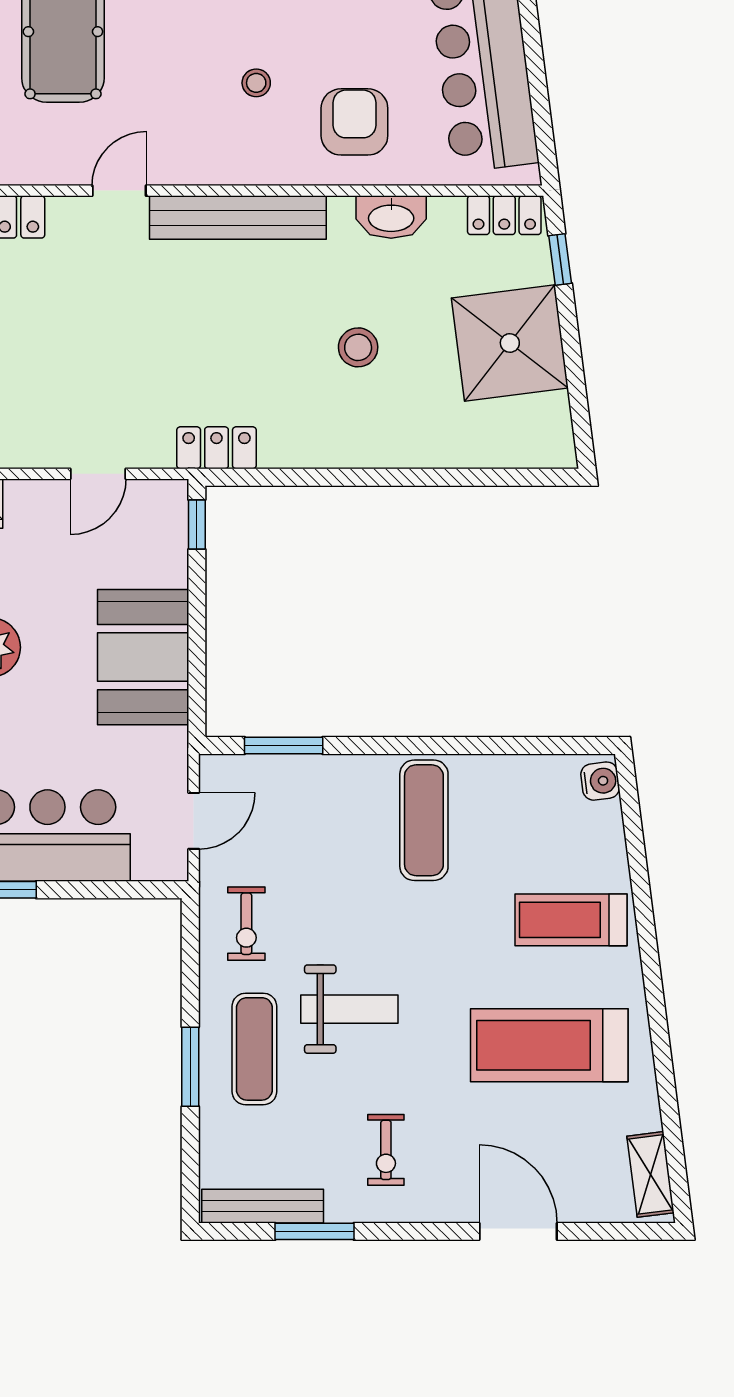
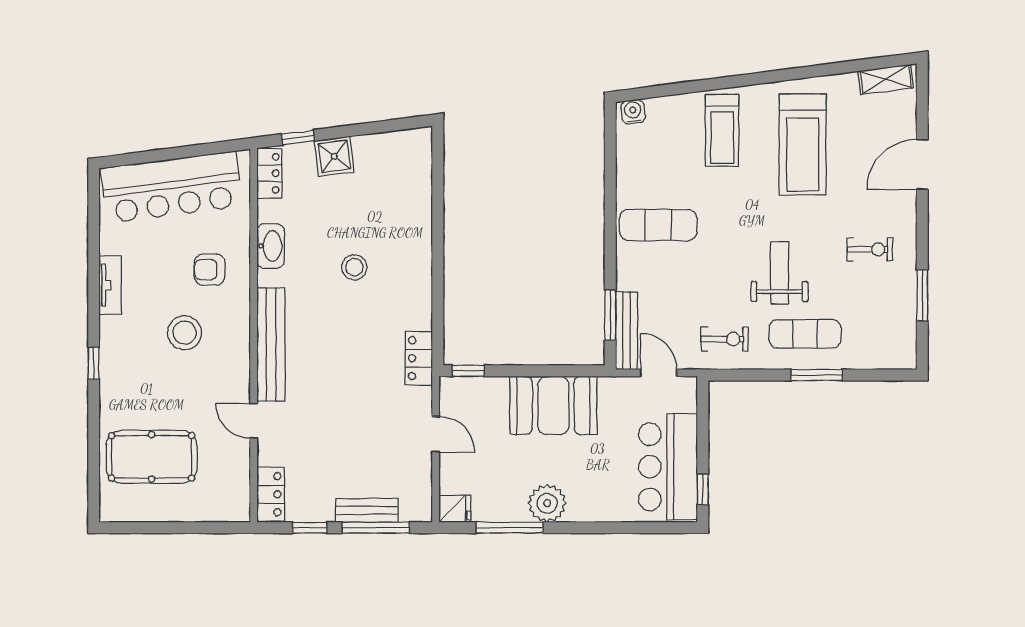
stool: (256, 83) -> (184, 333), width x1.89, depth x1.89
armchair: (354, 122) -> (210, 270), width x0.72, depth x0.72
shower: (510, 343) -> (334, 156), width x0.54, depth x0.54
bench: (263, 1206) -> (626, 331), moved

